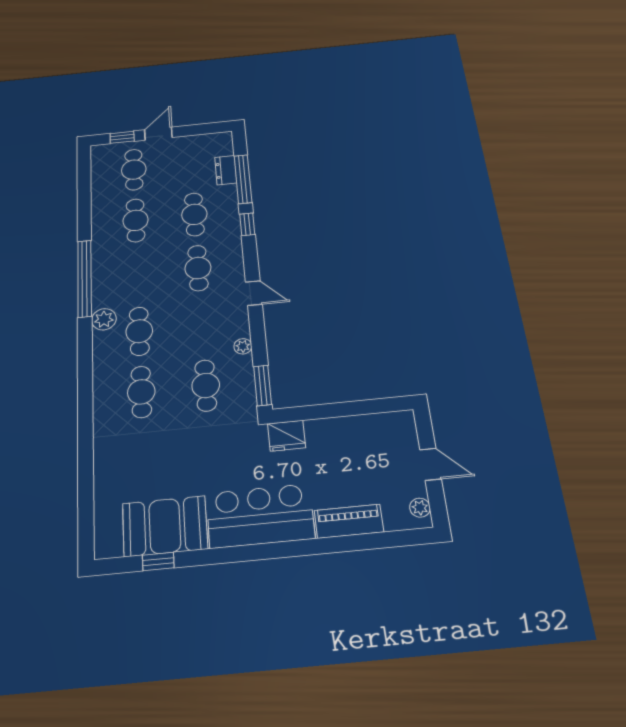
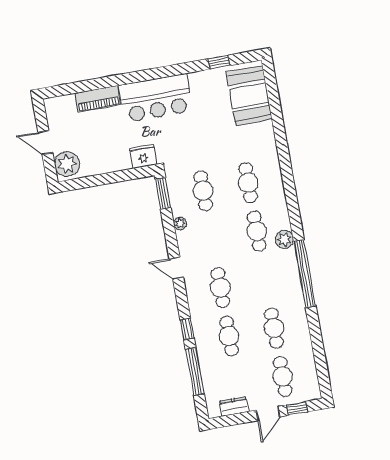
dresser: (226, 170) -> (234, 406), moved, turned -90
plant: (420, 508) -> (67, 164), moved, width x1.88, depth x1.88
booth: (165, 526) -> (249, 96), moved, turned 90

